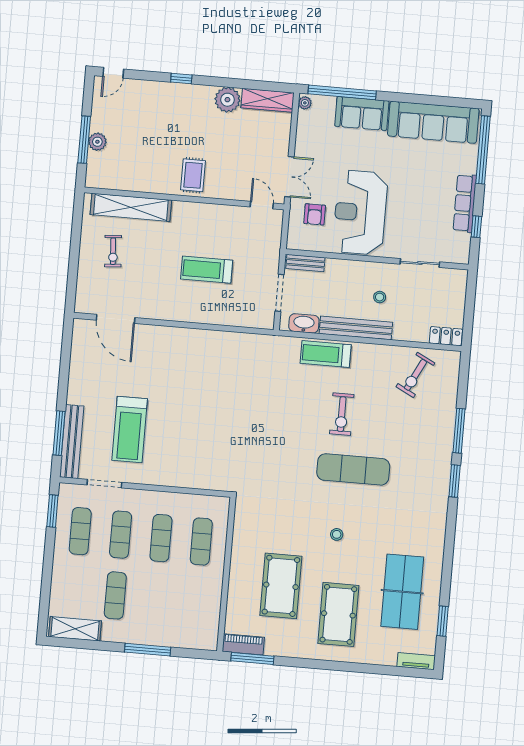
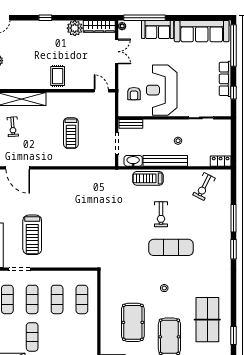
double door: (289, 177) -> (117, 52), moved
treadmill: (207, 270) -> (71, 133), turned -90

